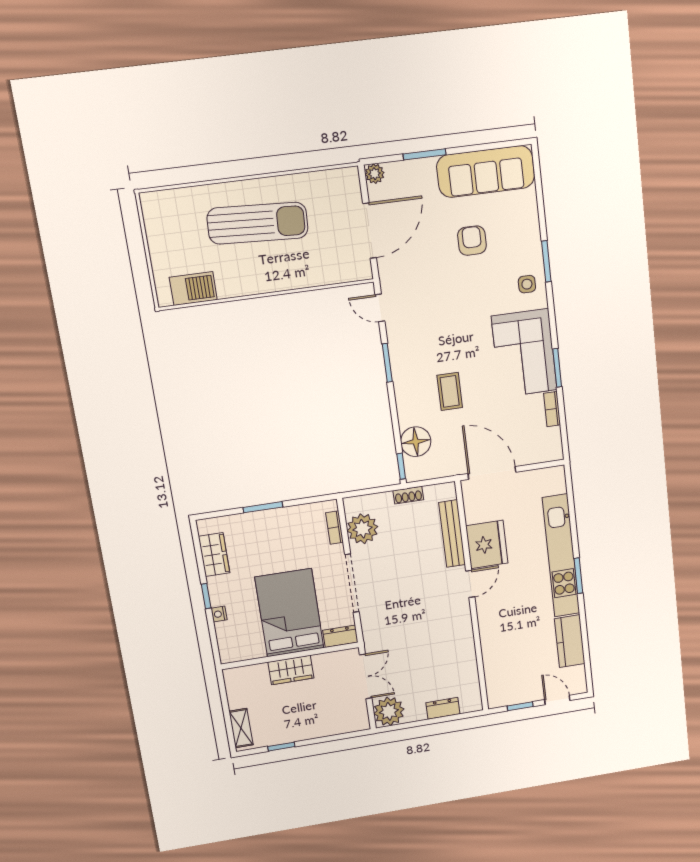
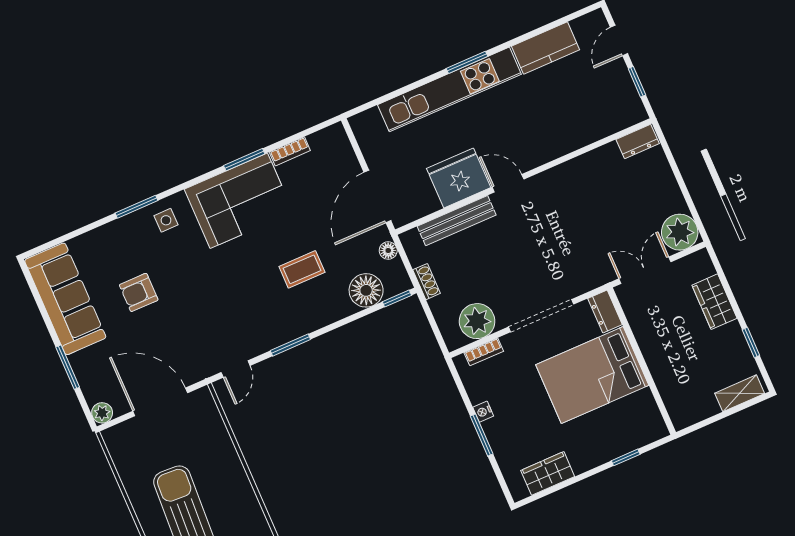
floor lamp: (444, 470) -> (388, 251), added
window: (206, 596) -> (626, 457), moved
nightstand: (219, 614) -> (483, 412), moved, turned 90
wardrobe: (291, 670) -> (714, 302), moved, turned 180
dresser: (443, 708) -> (638, 141), moved, turned -90

